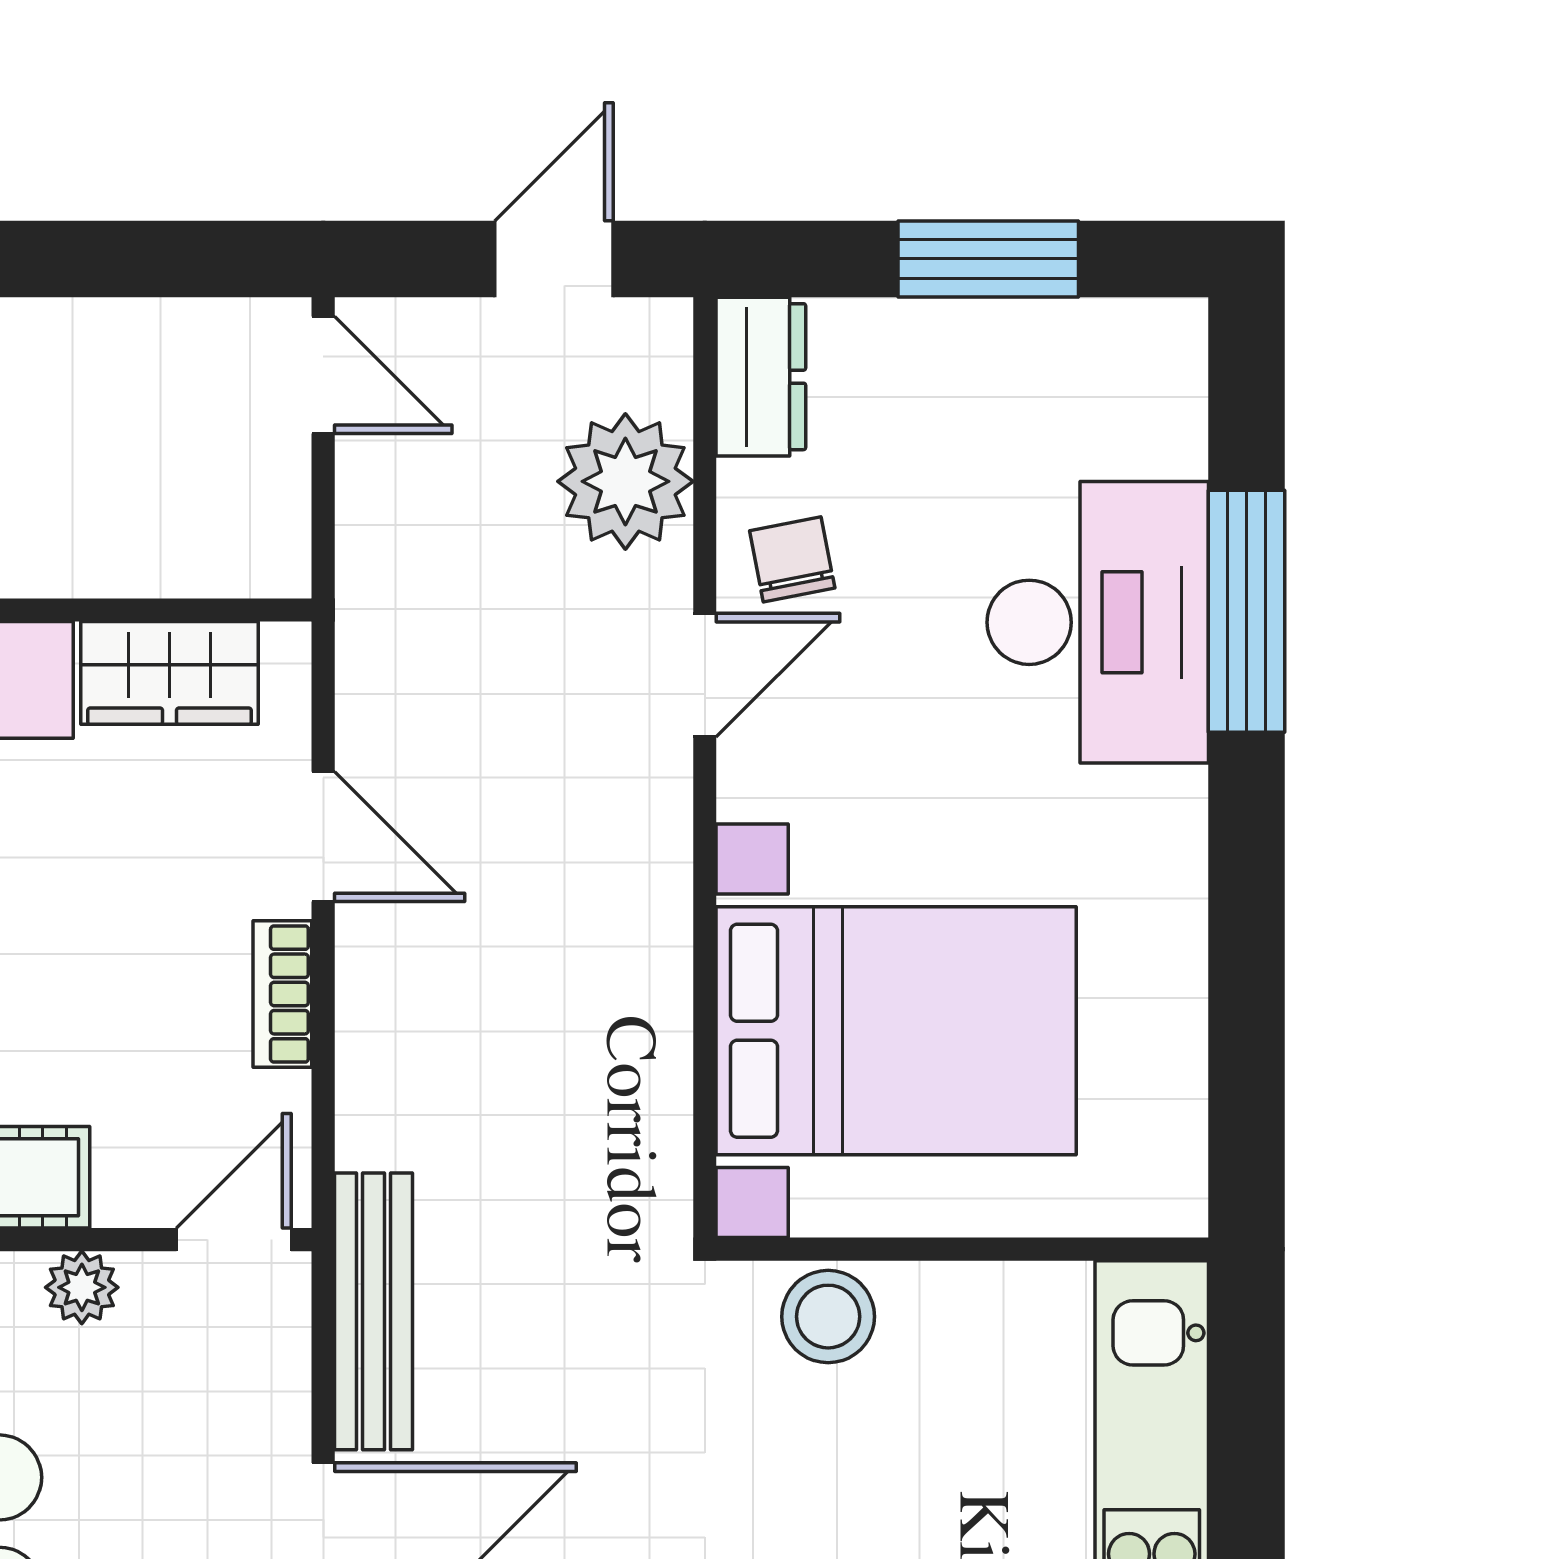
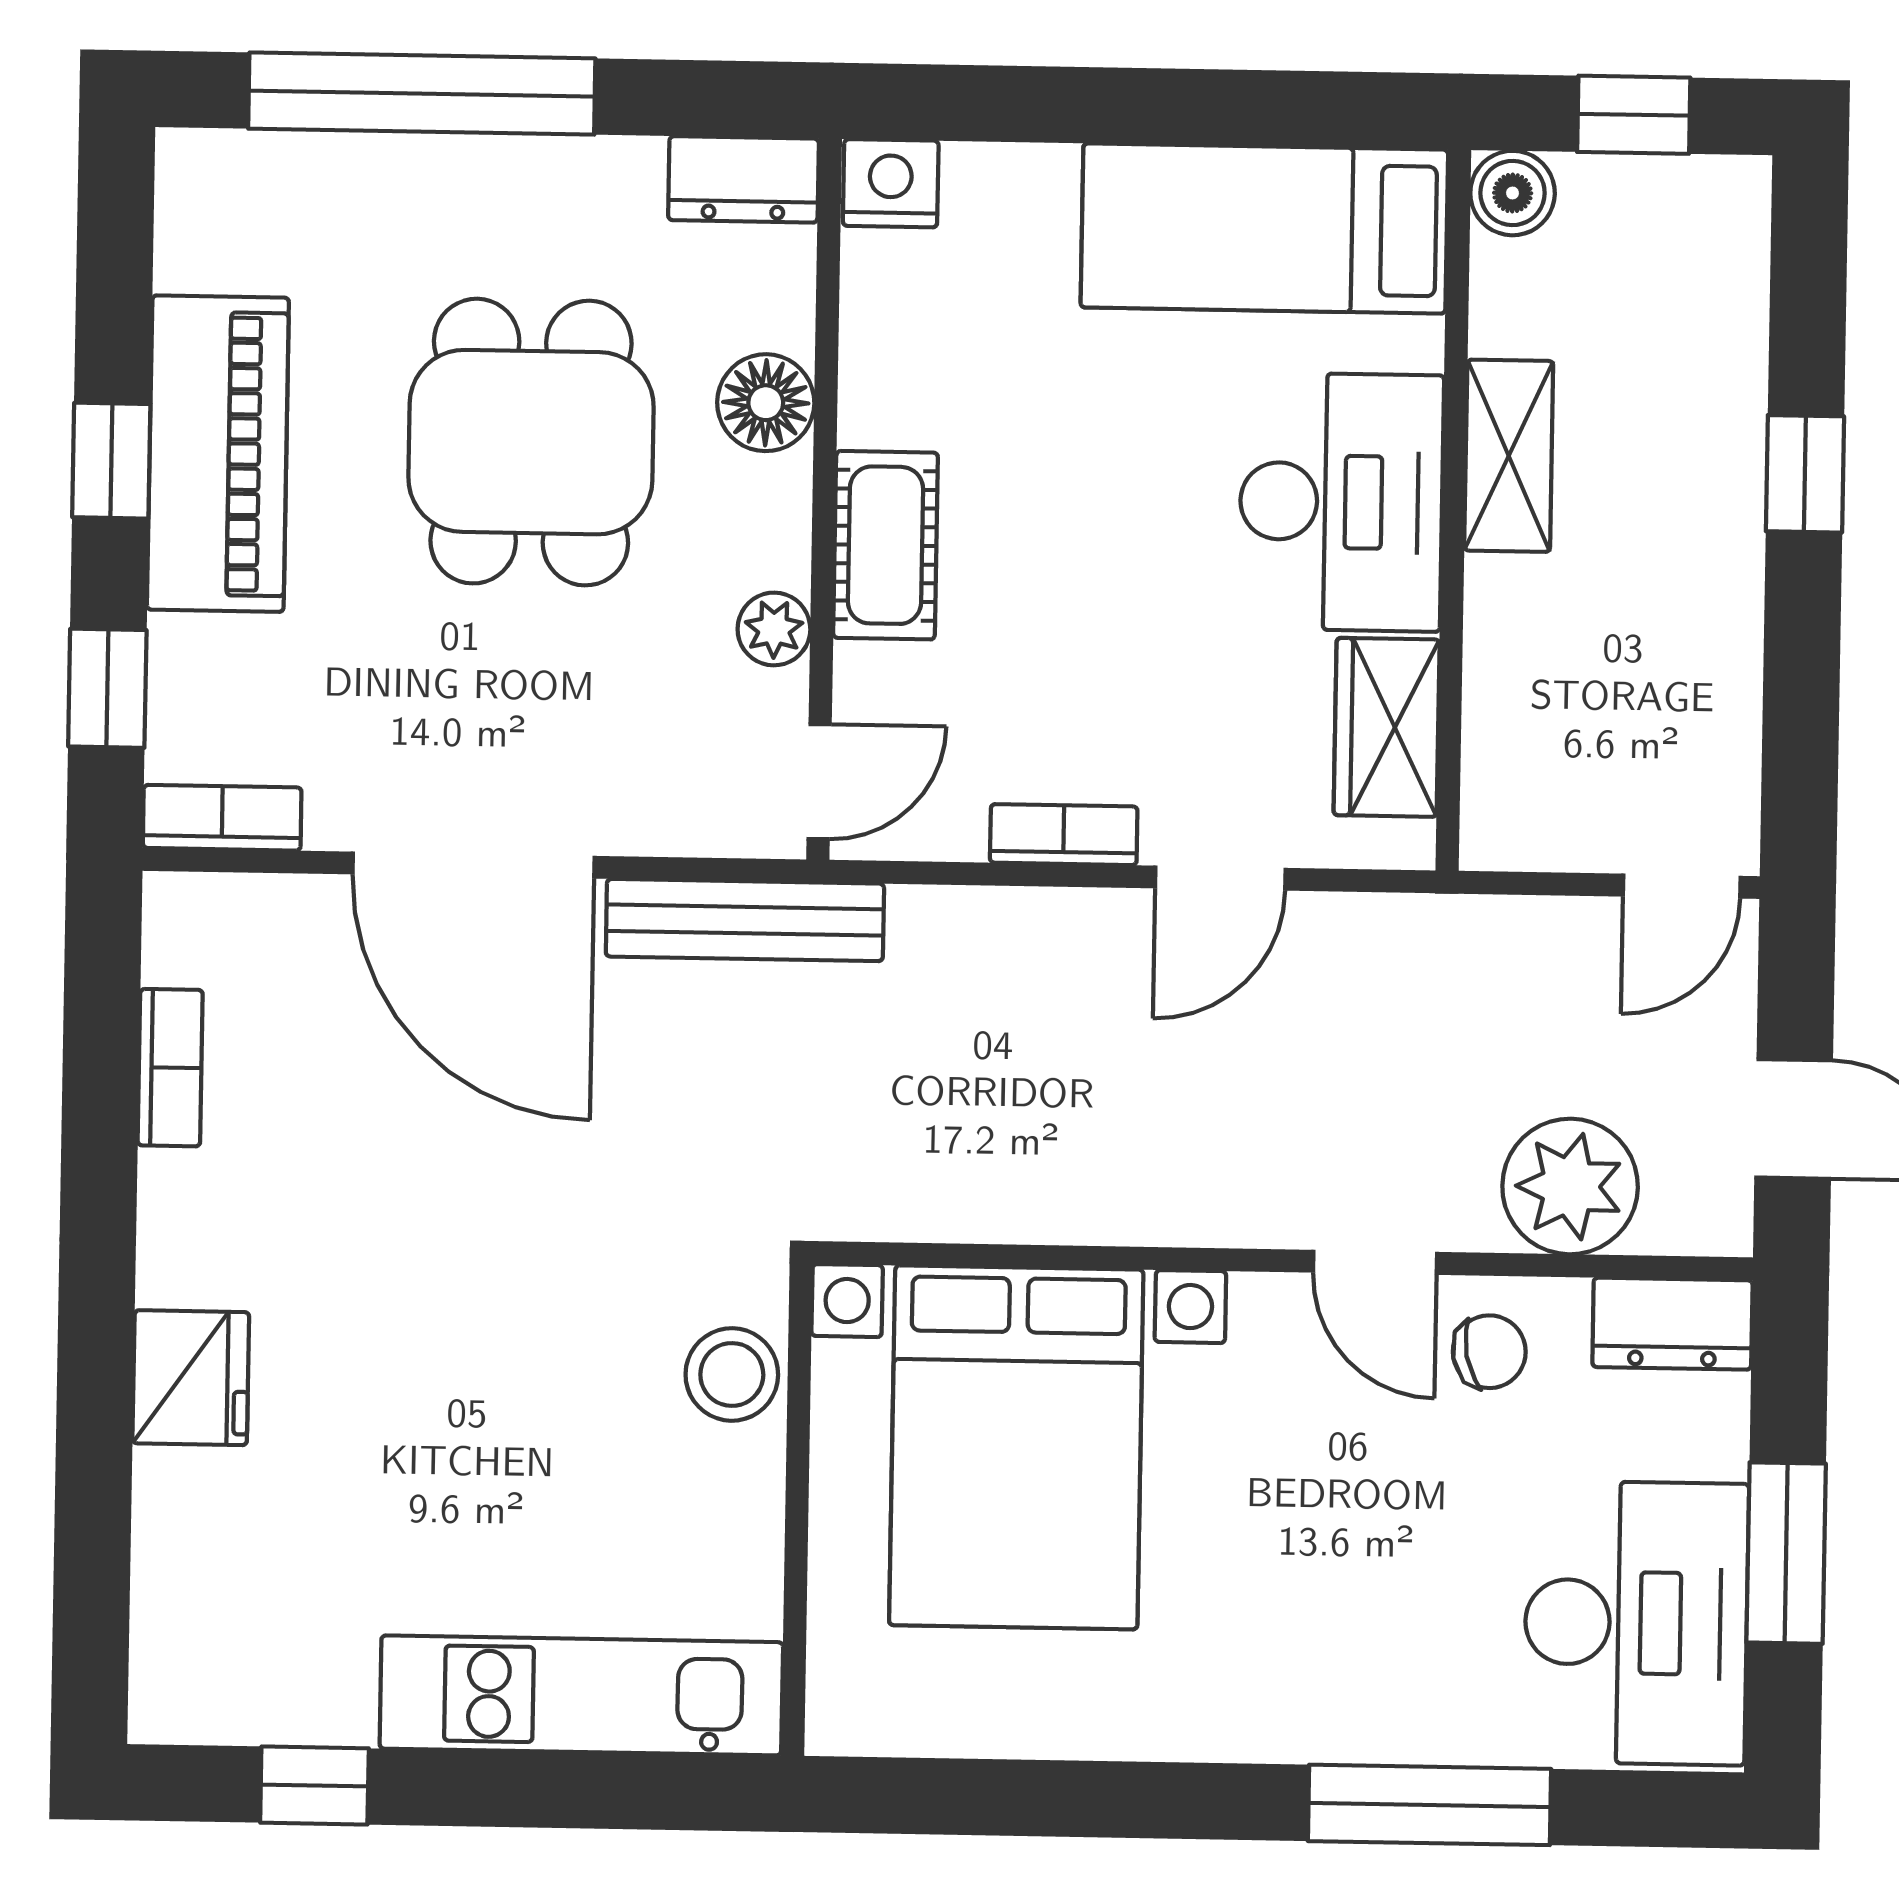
desk: (1098, 622) -> (1636, 1623), moved, turned -90
door: (234, 1240) -> (819, 782), hinge flipped

